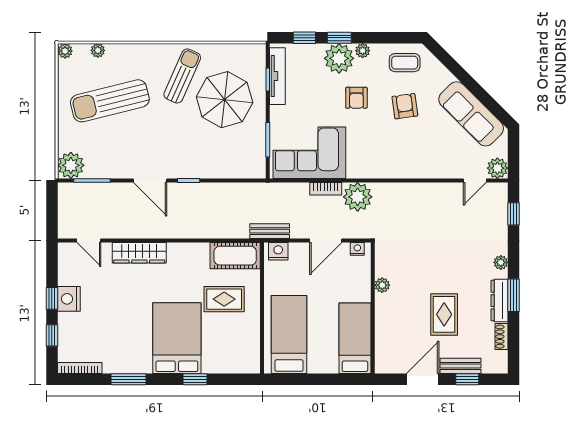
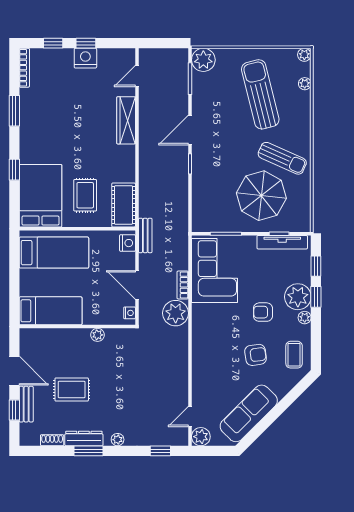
door: (475, 180) -> (190, 417), hinge flipped
bed: (177, 338) -> (40, 196), moved, turned -90

